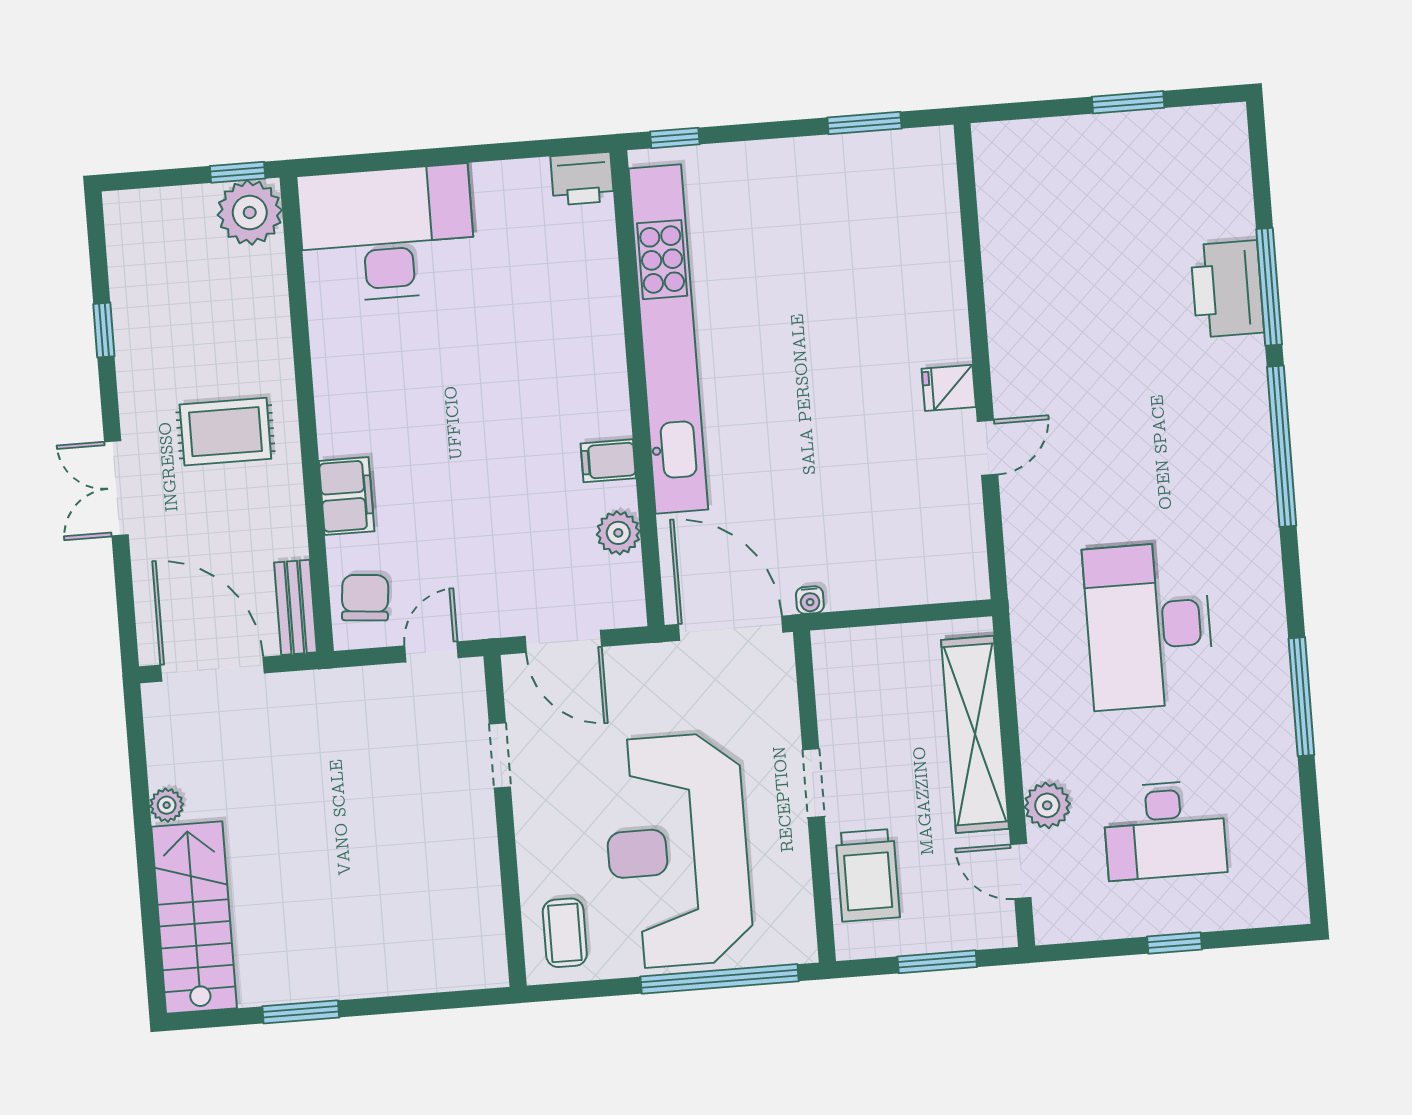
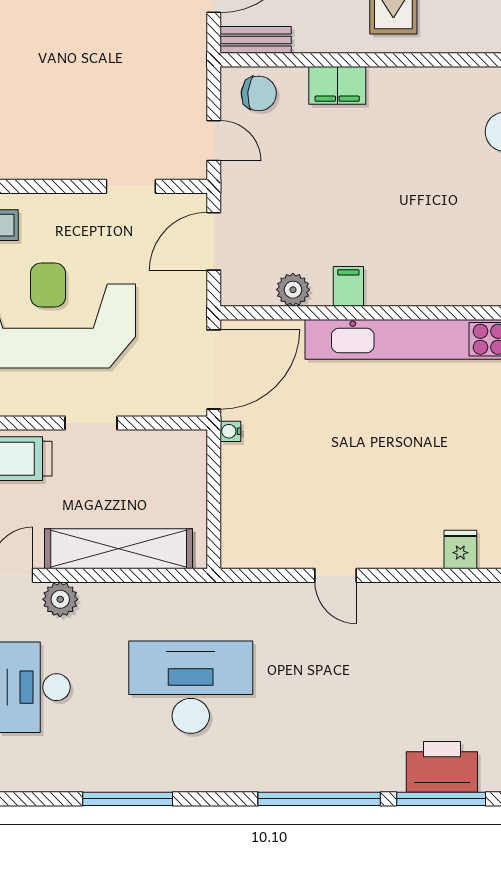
fridge: (949, 388) -> (460, 549), moved

